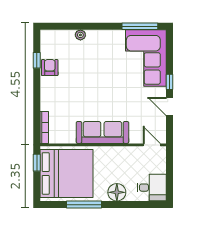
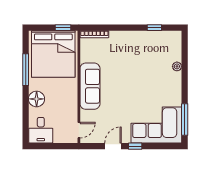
armchair: (50, 68) -> (148, 39), removed

